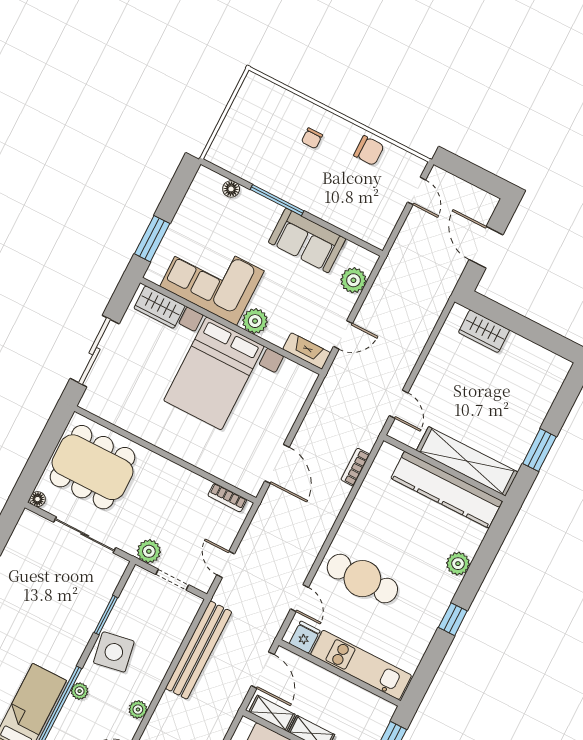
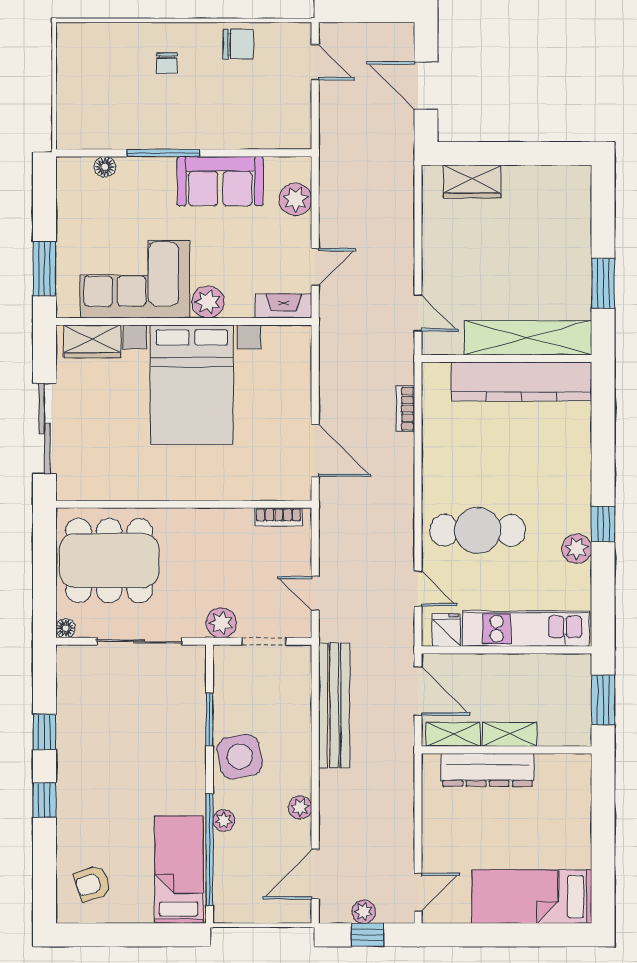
plant: (458, 564) -> (577, 549), moved

